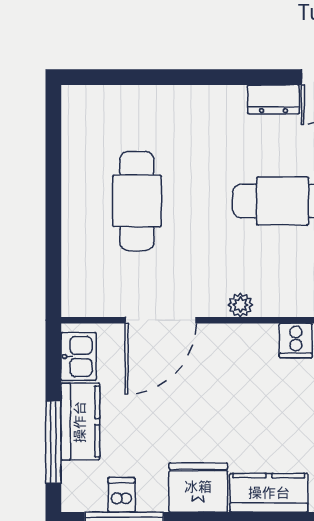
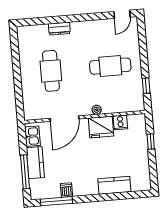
dresser: (273, 99) -> (59, 29), moved
fridge: (198, 487) -> (101, 127), moved, turned 180
dishwasher: (122, 495) -> (67, 190), moved

